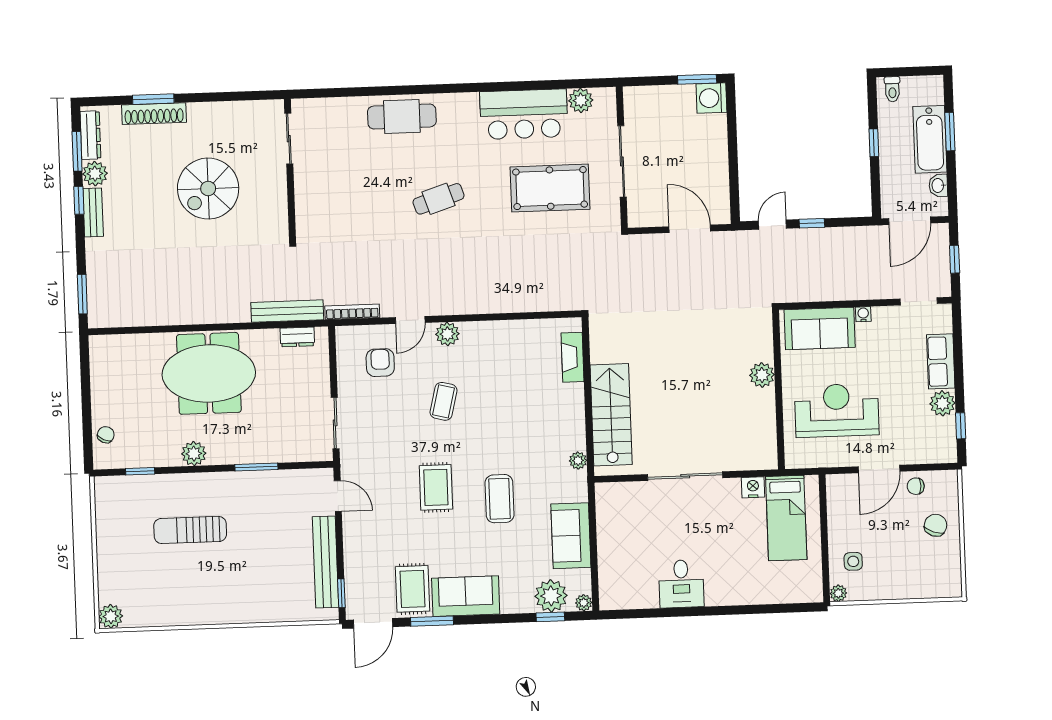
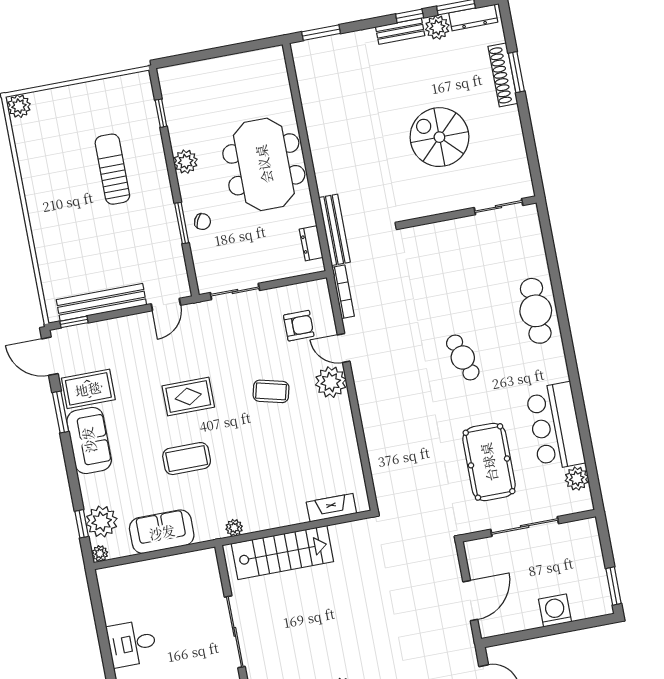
washing machine: (711, 98) -> (555, 611), moved
plant: (447, 334) -> (331, 382), width x1.36, depth x1.36
chair: (106, 435) -> (202, 222), moved

